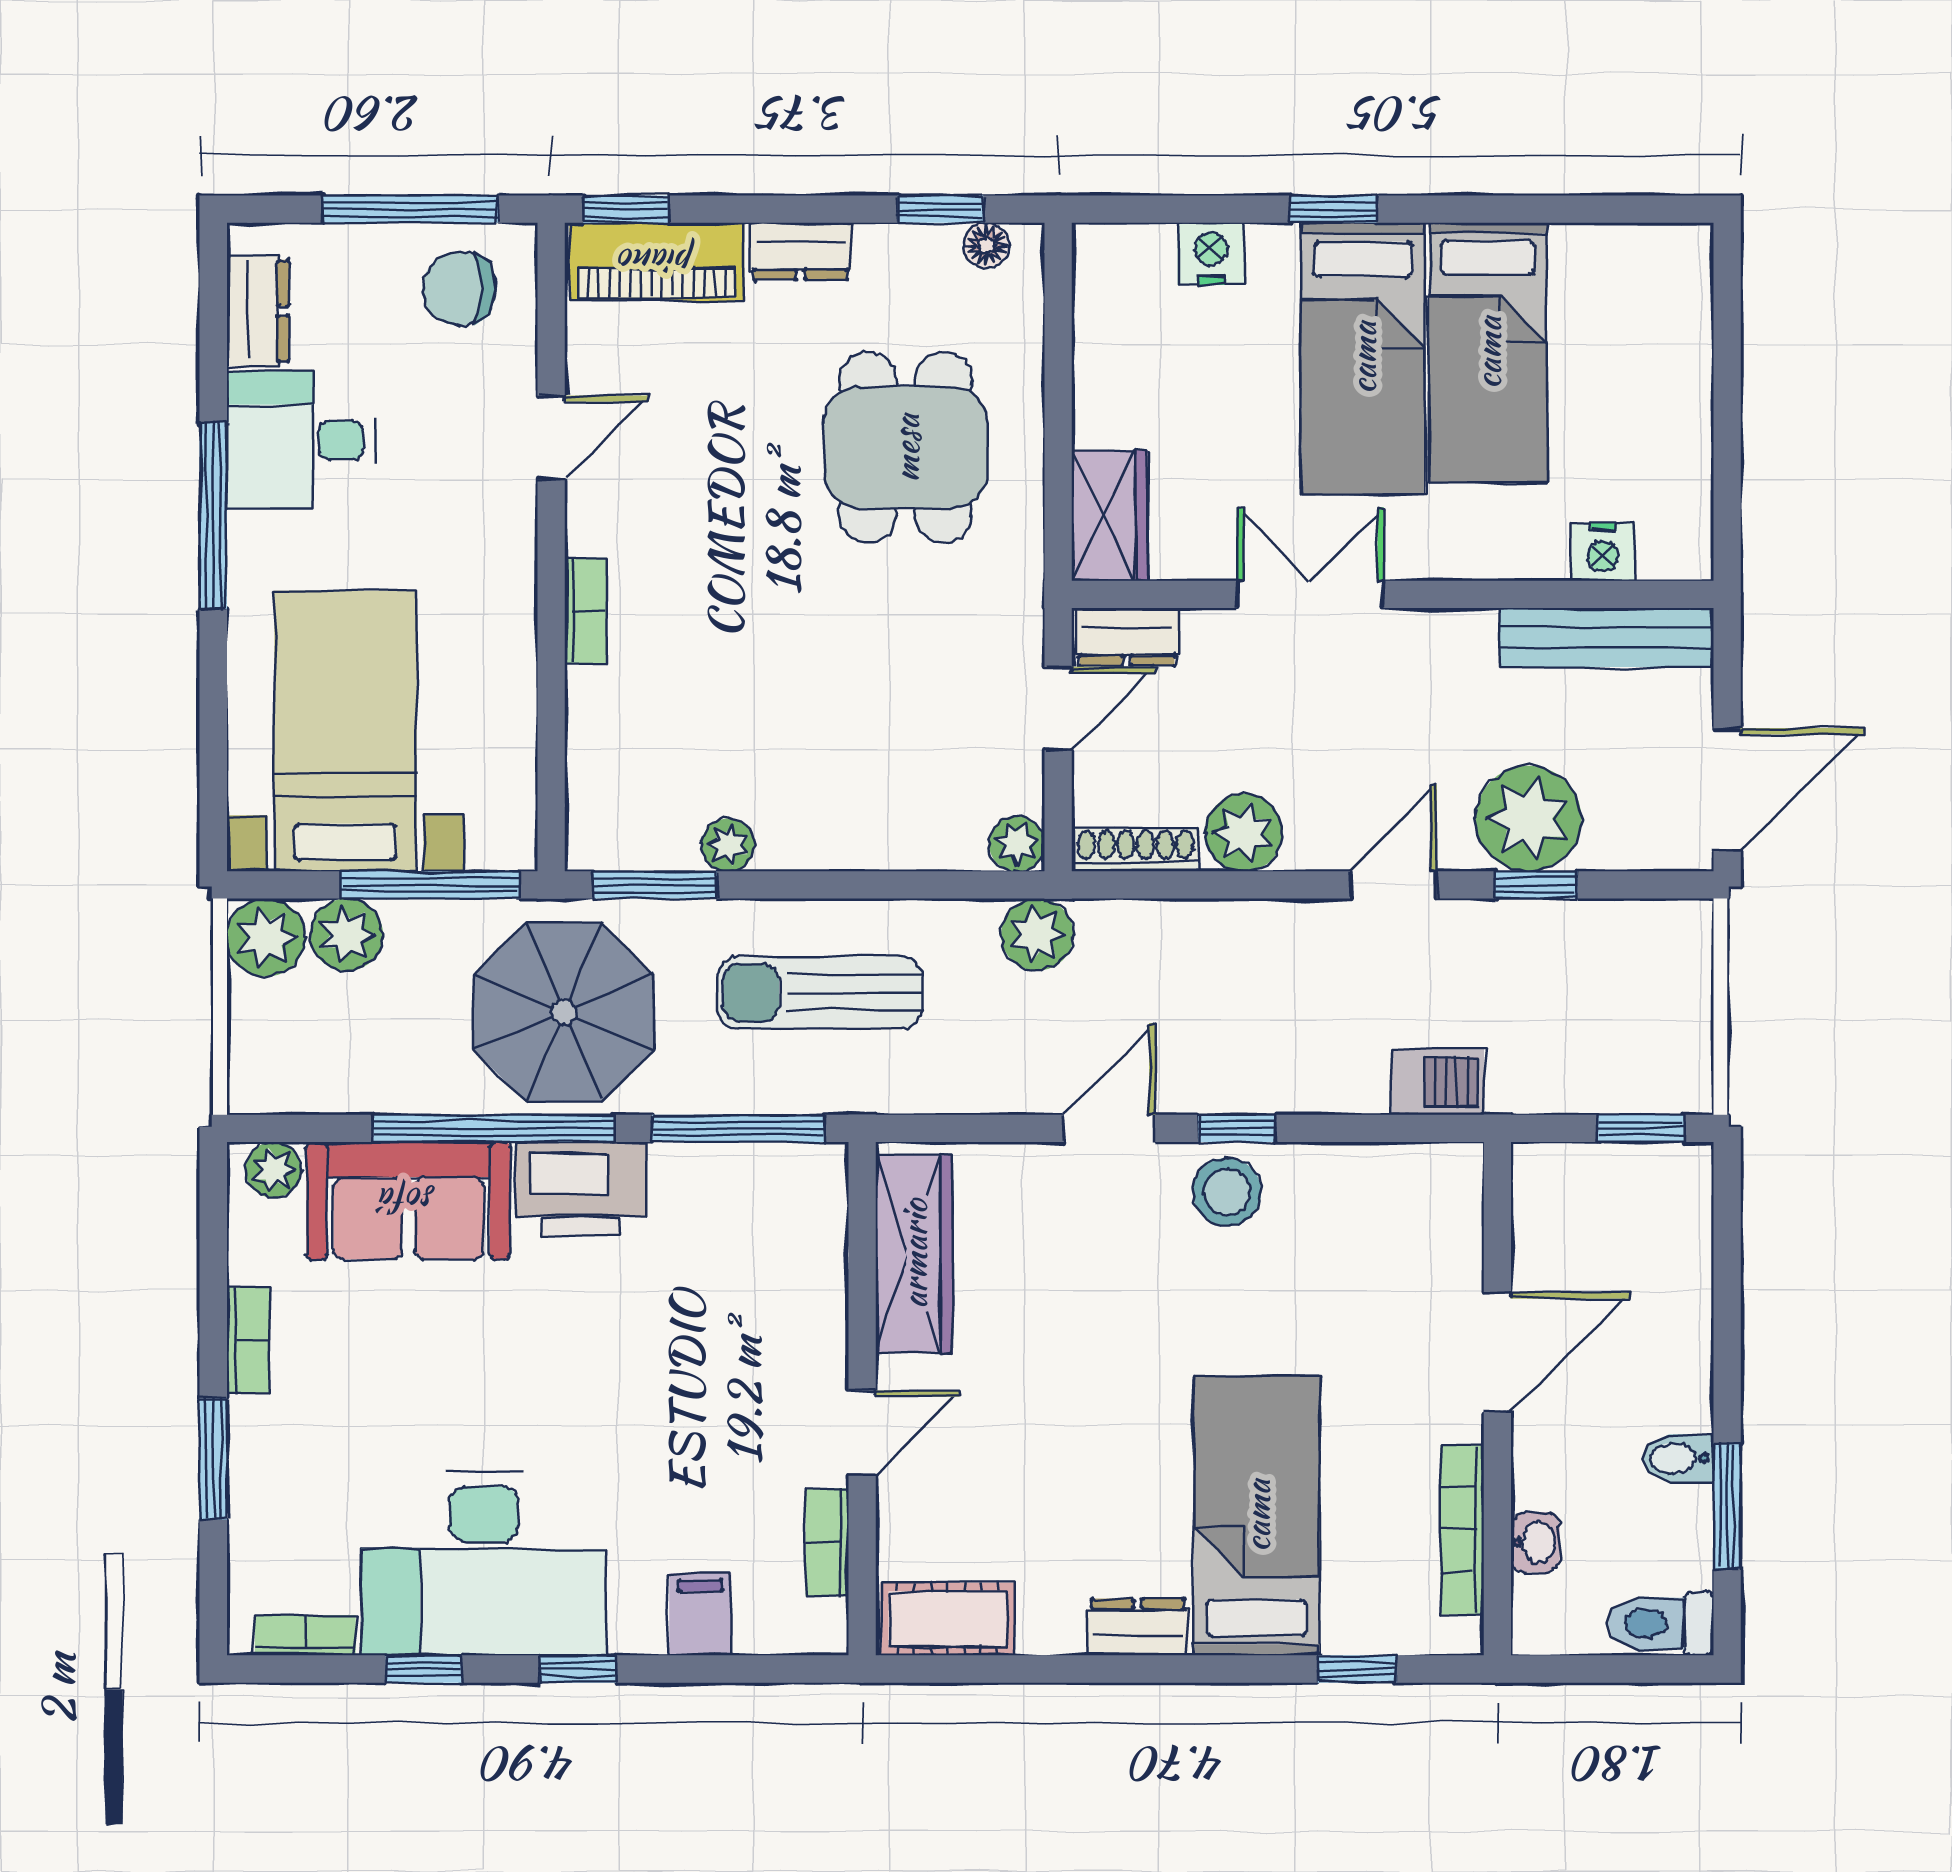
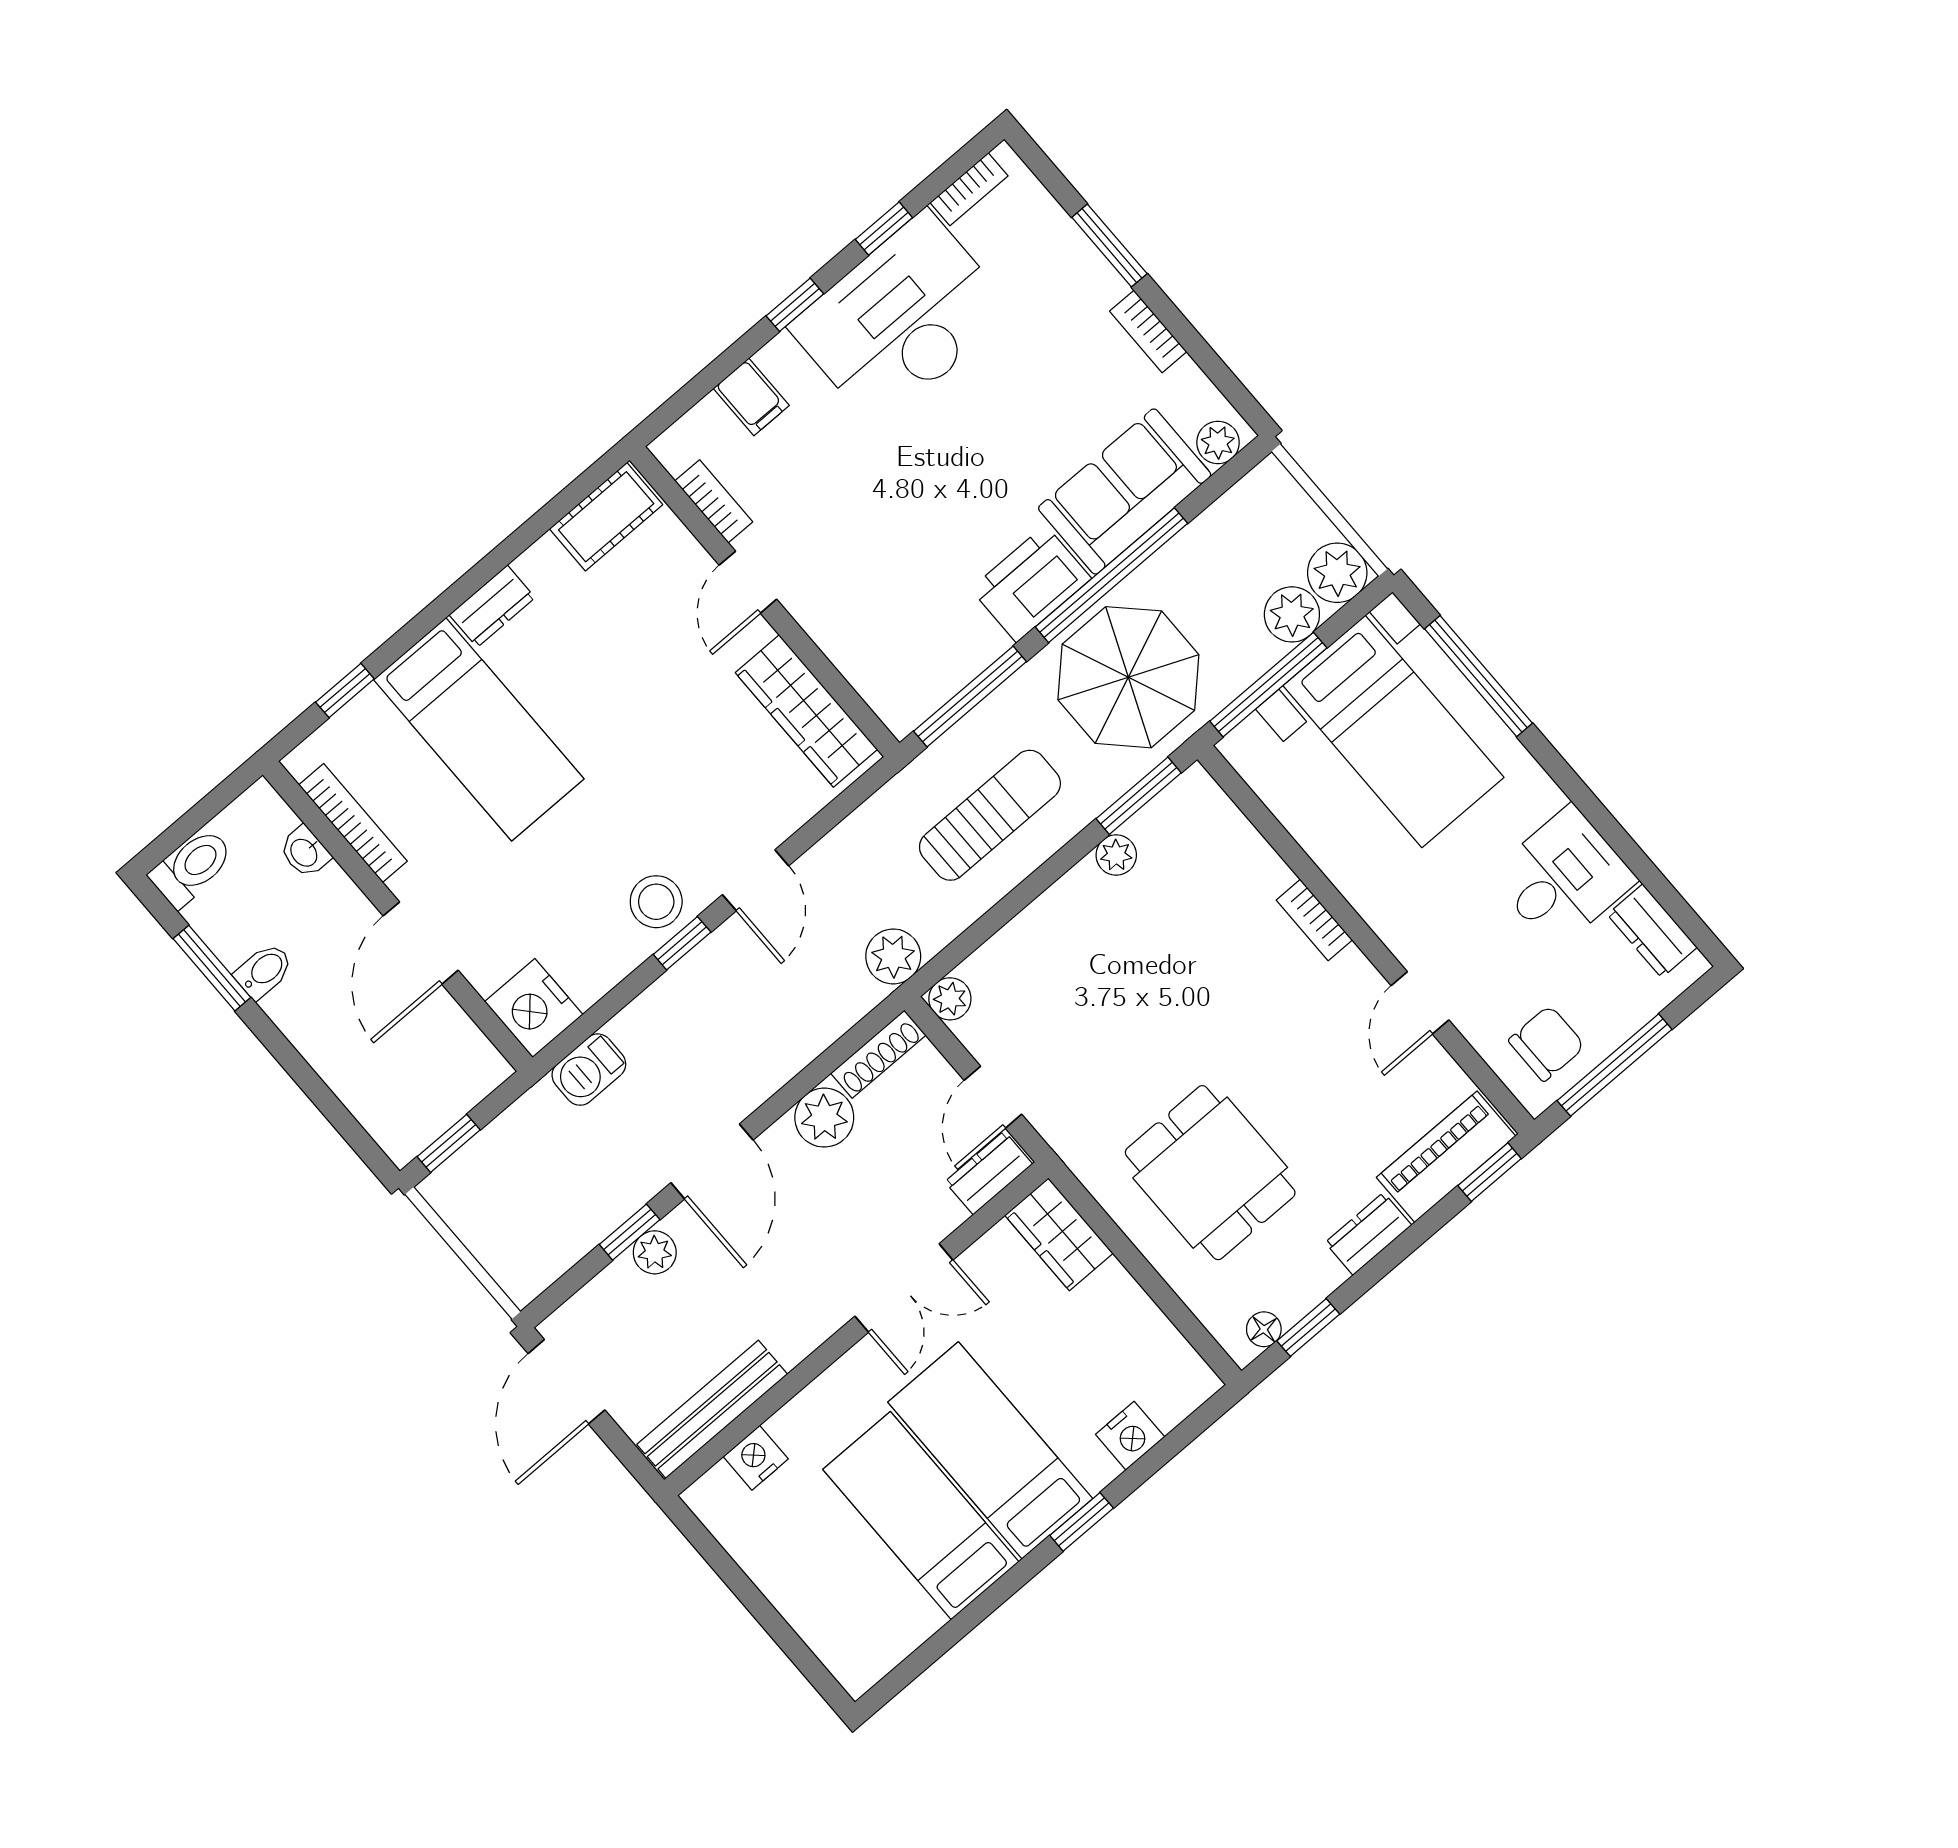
window: (213, 515) -> (1478, 676), moved
plant: (1528, 819) -> (655, 1252), width x0.53, depth x0.53
door: (1393, 885) -> (712, 1161), width x1.38
nightstand: (1440, 1191) -> (534, 1008), added

